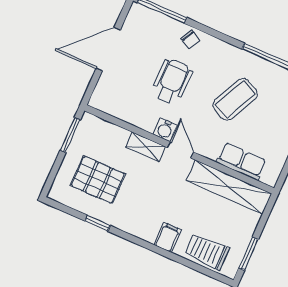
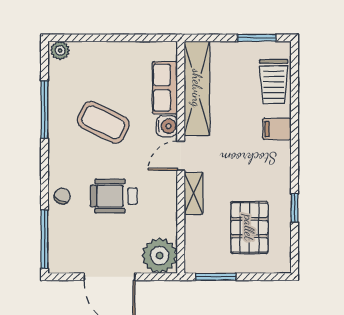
plant: (107, 97) -> (160, 256), added
water cooler: (165, 130) -> (167, 126), moved

